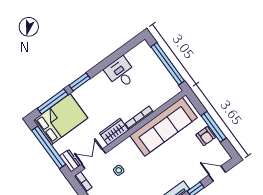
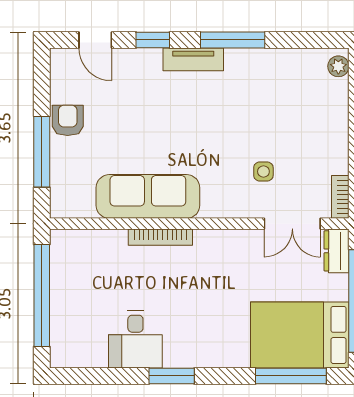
window: (80, 82) -> (172, 376), moved
sofa: (164, 127) -> (148, 196), width x0.74, depth x0.79
window: (214, 127) -> (42, 152), moved
wardrobe: (114, 132) -> (222, 245), removed

